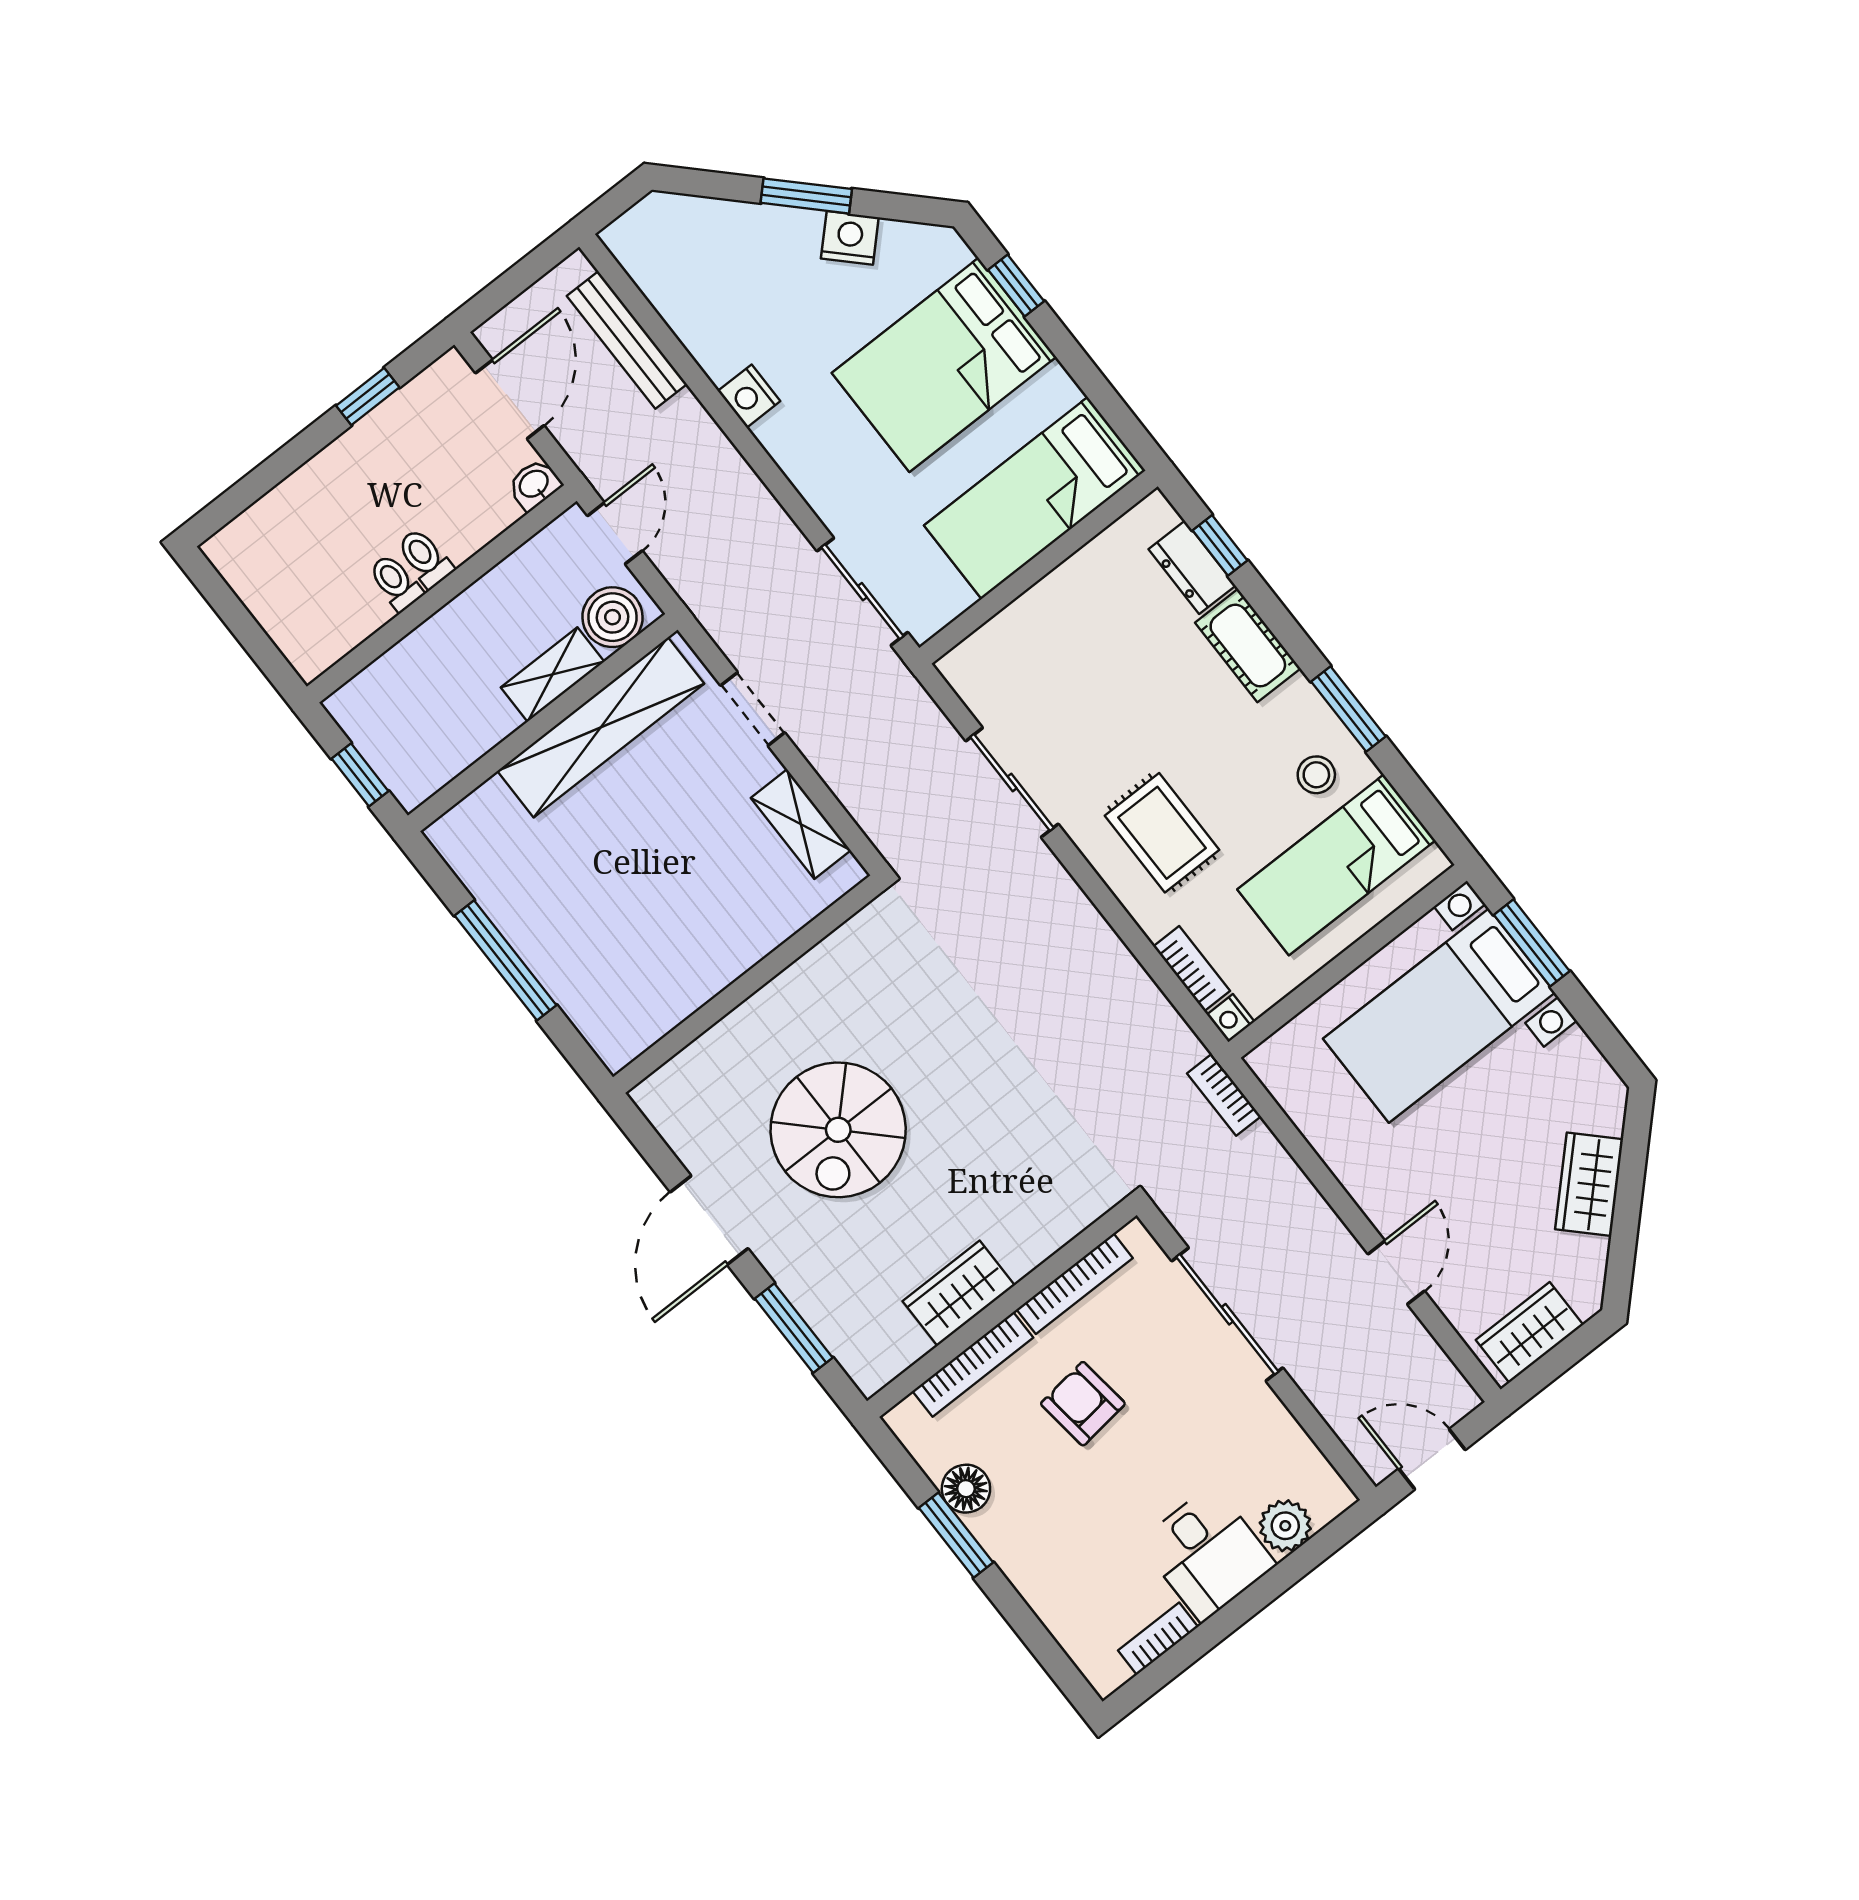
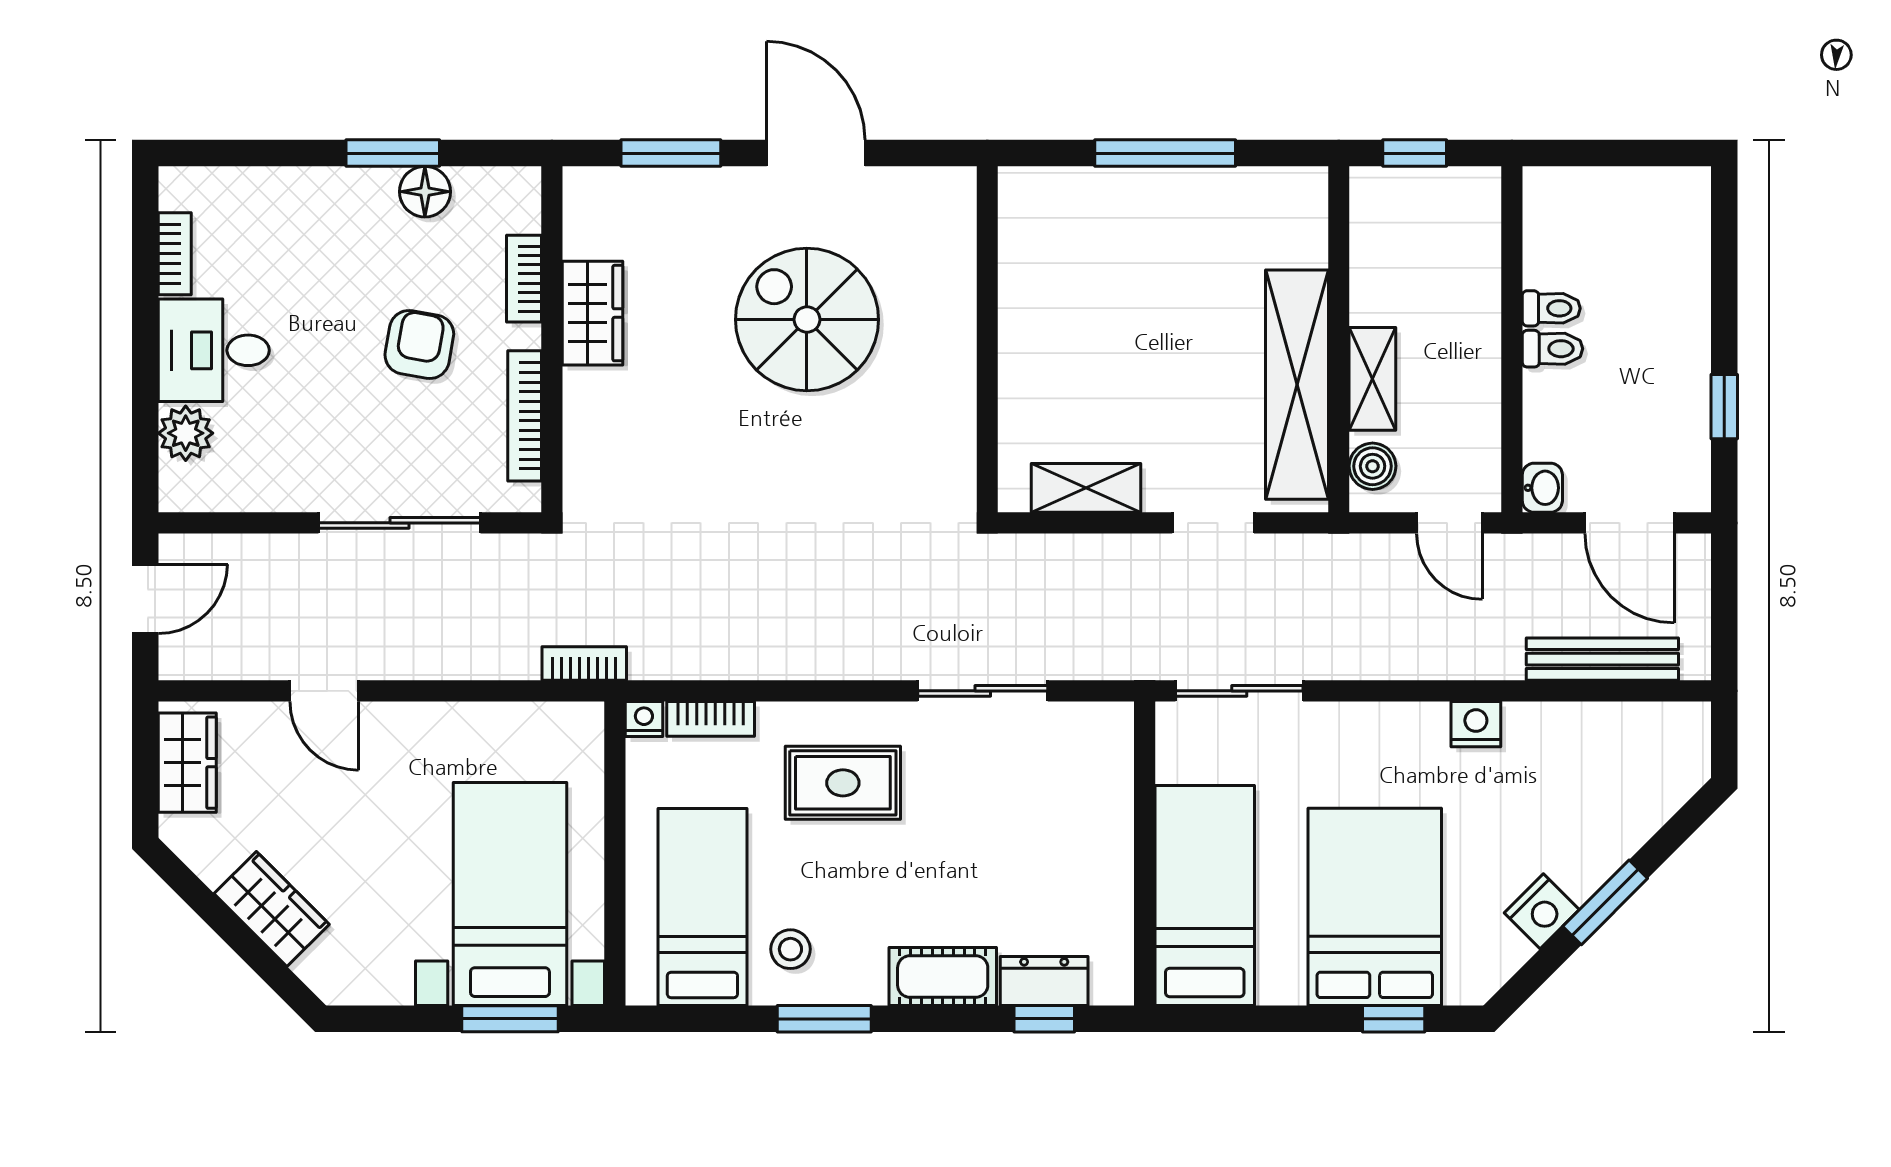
boiler: (613, 617) -> (1373, 466), width x0.73, depth x0.73
bookcase: (973, 1364) -> (524, 279), width x0.64
armchair: (1083, 1404) -> (419, 344), turned -73

